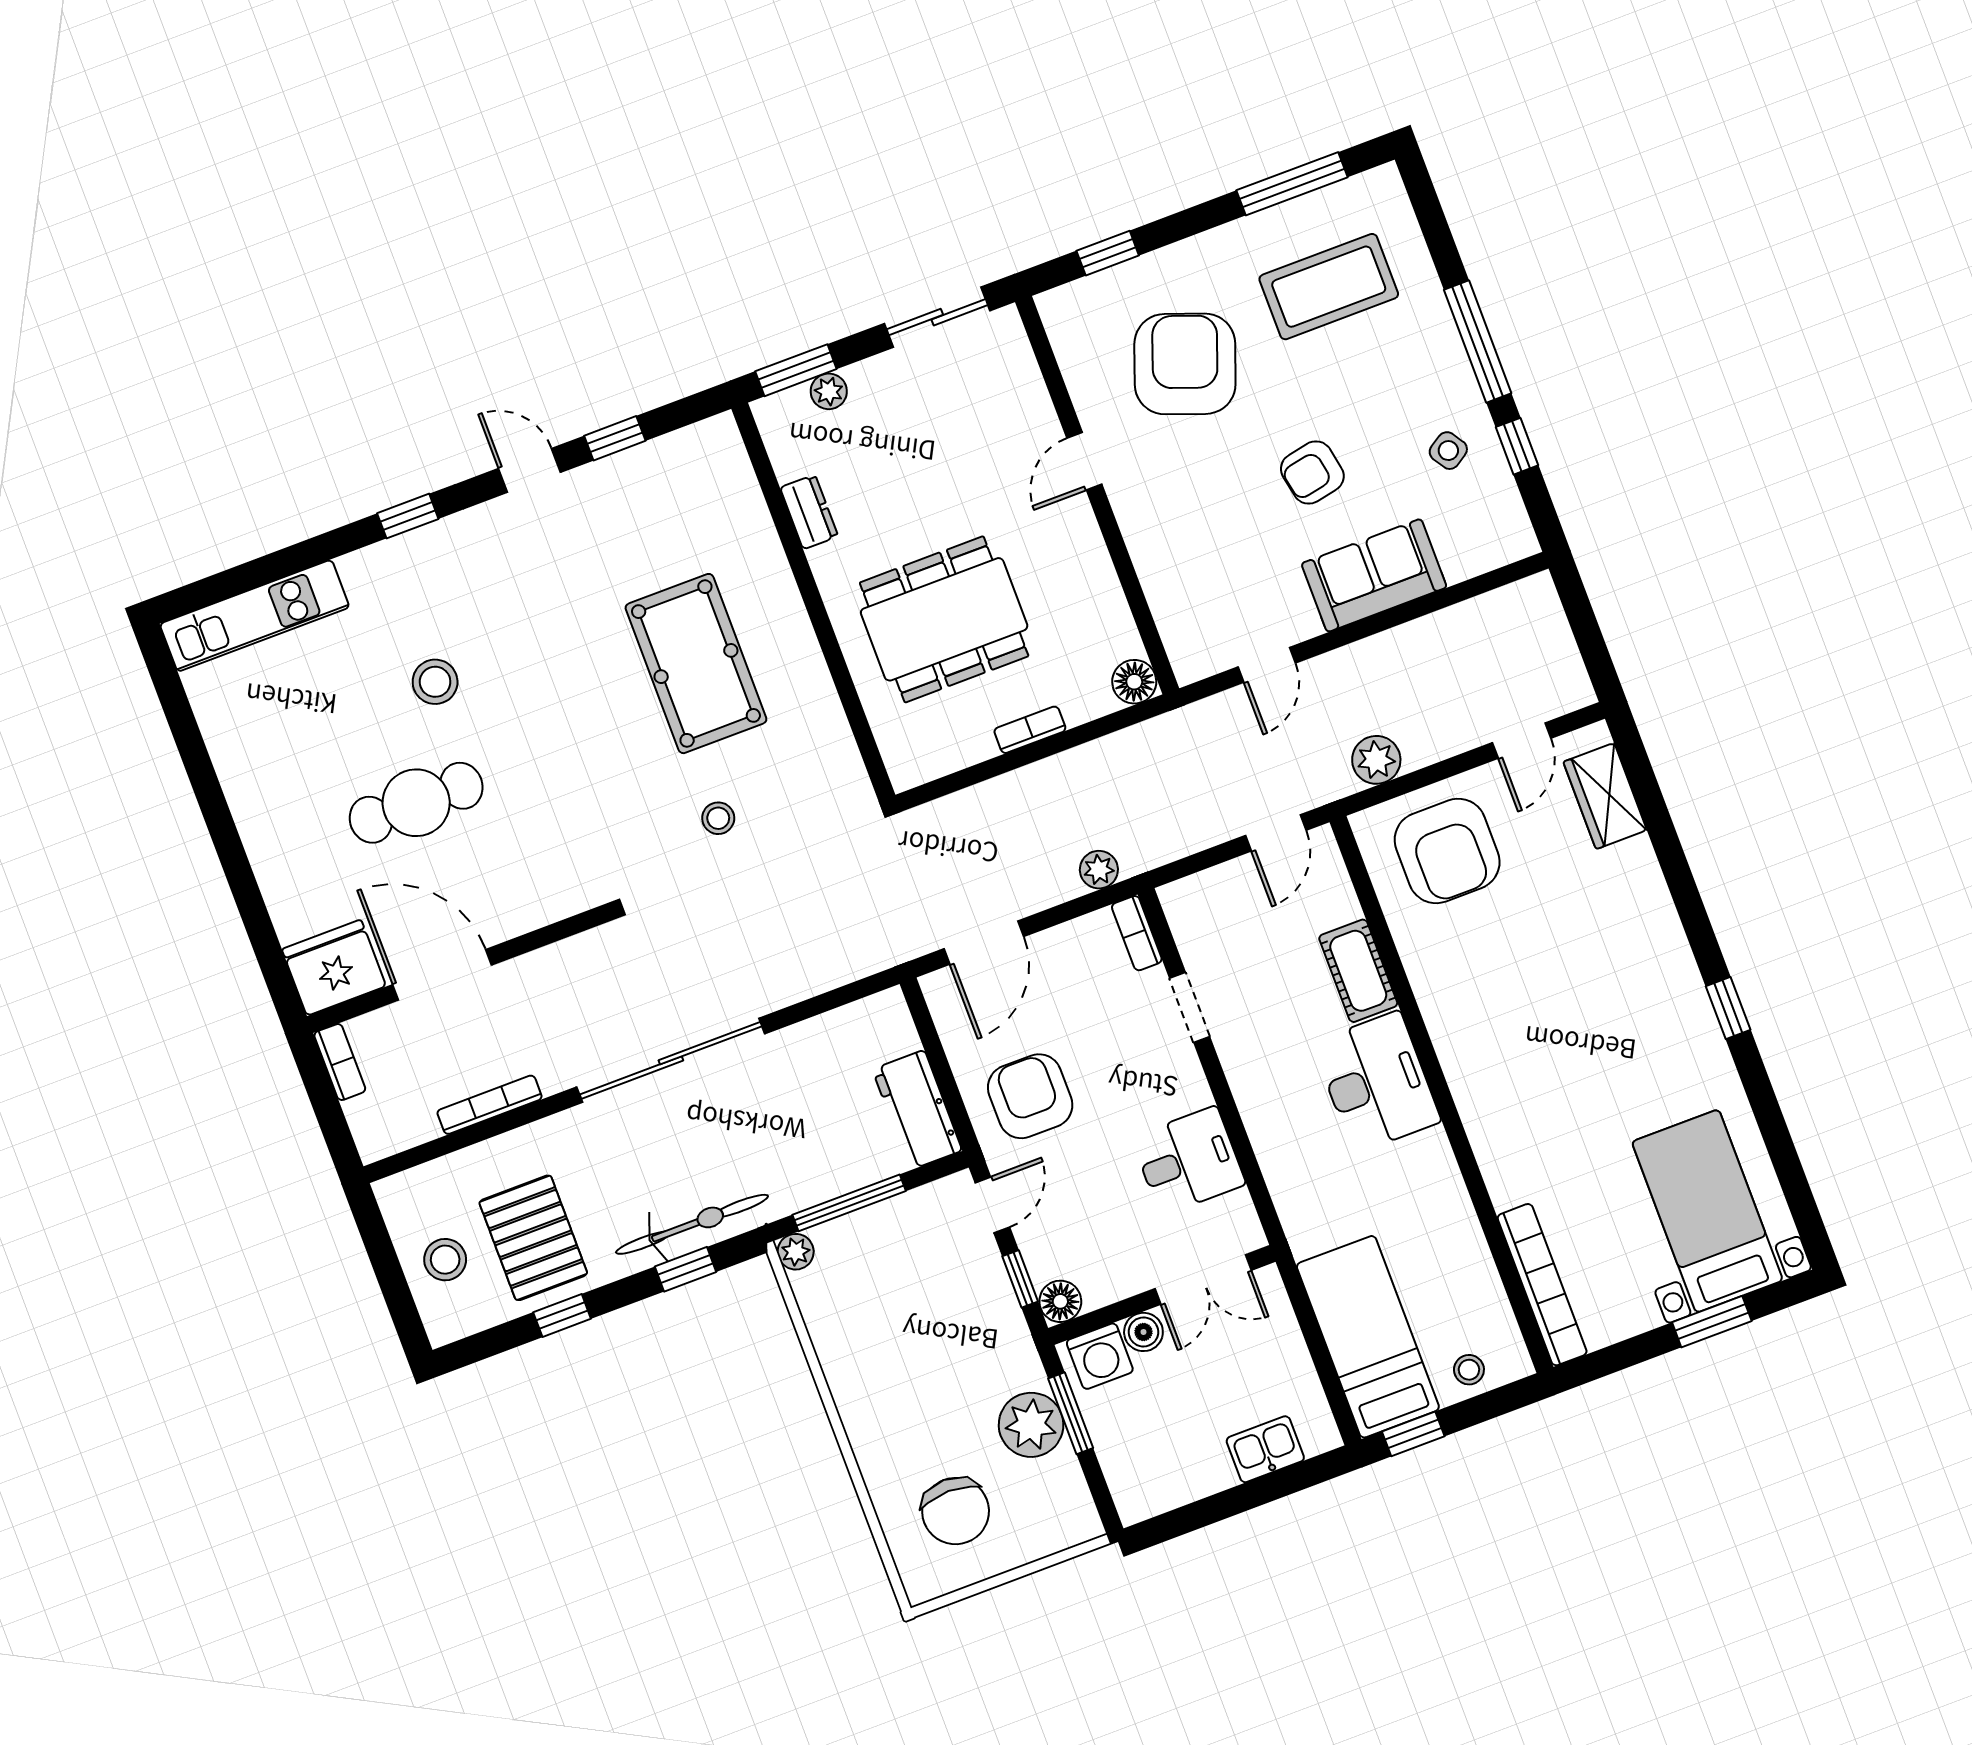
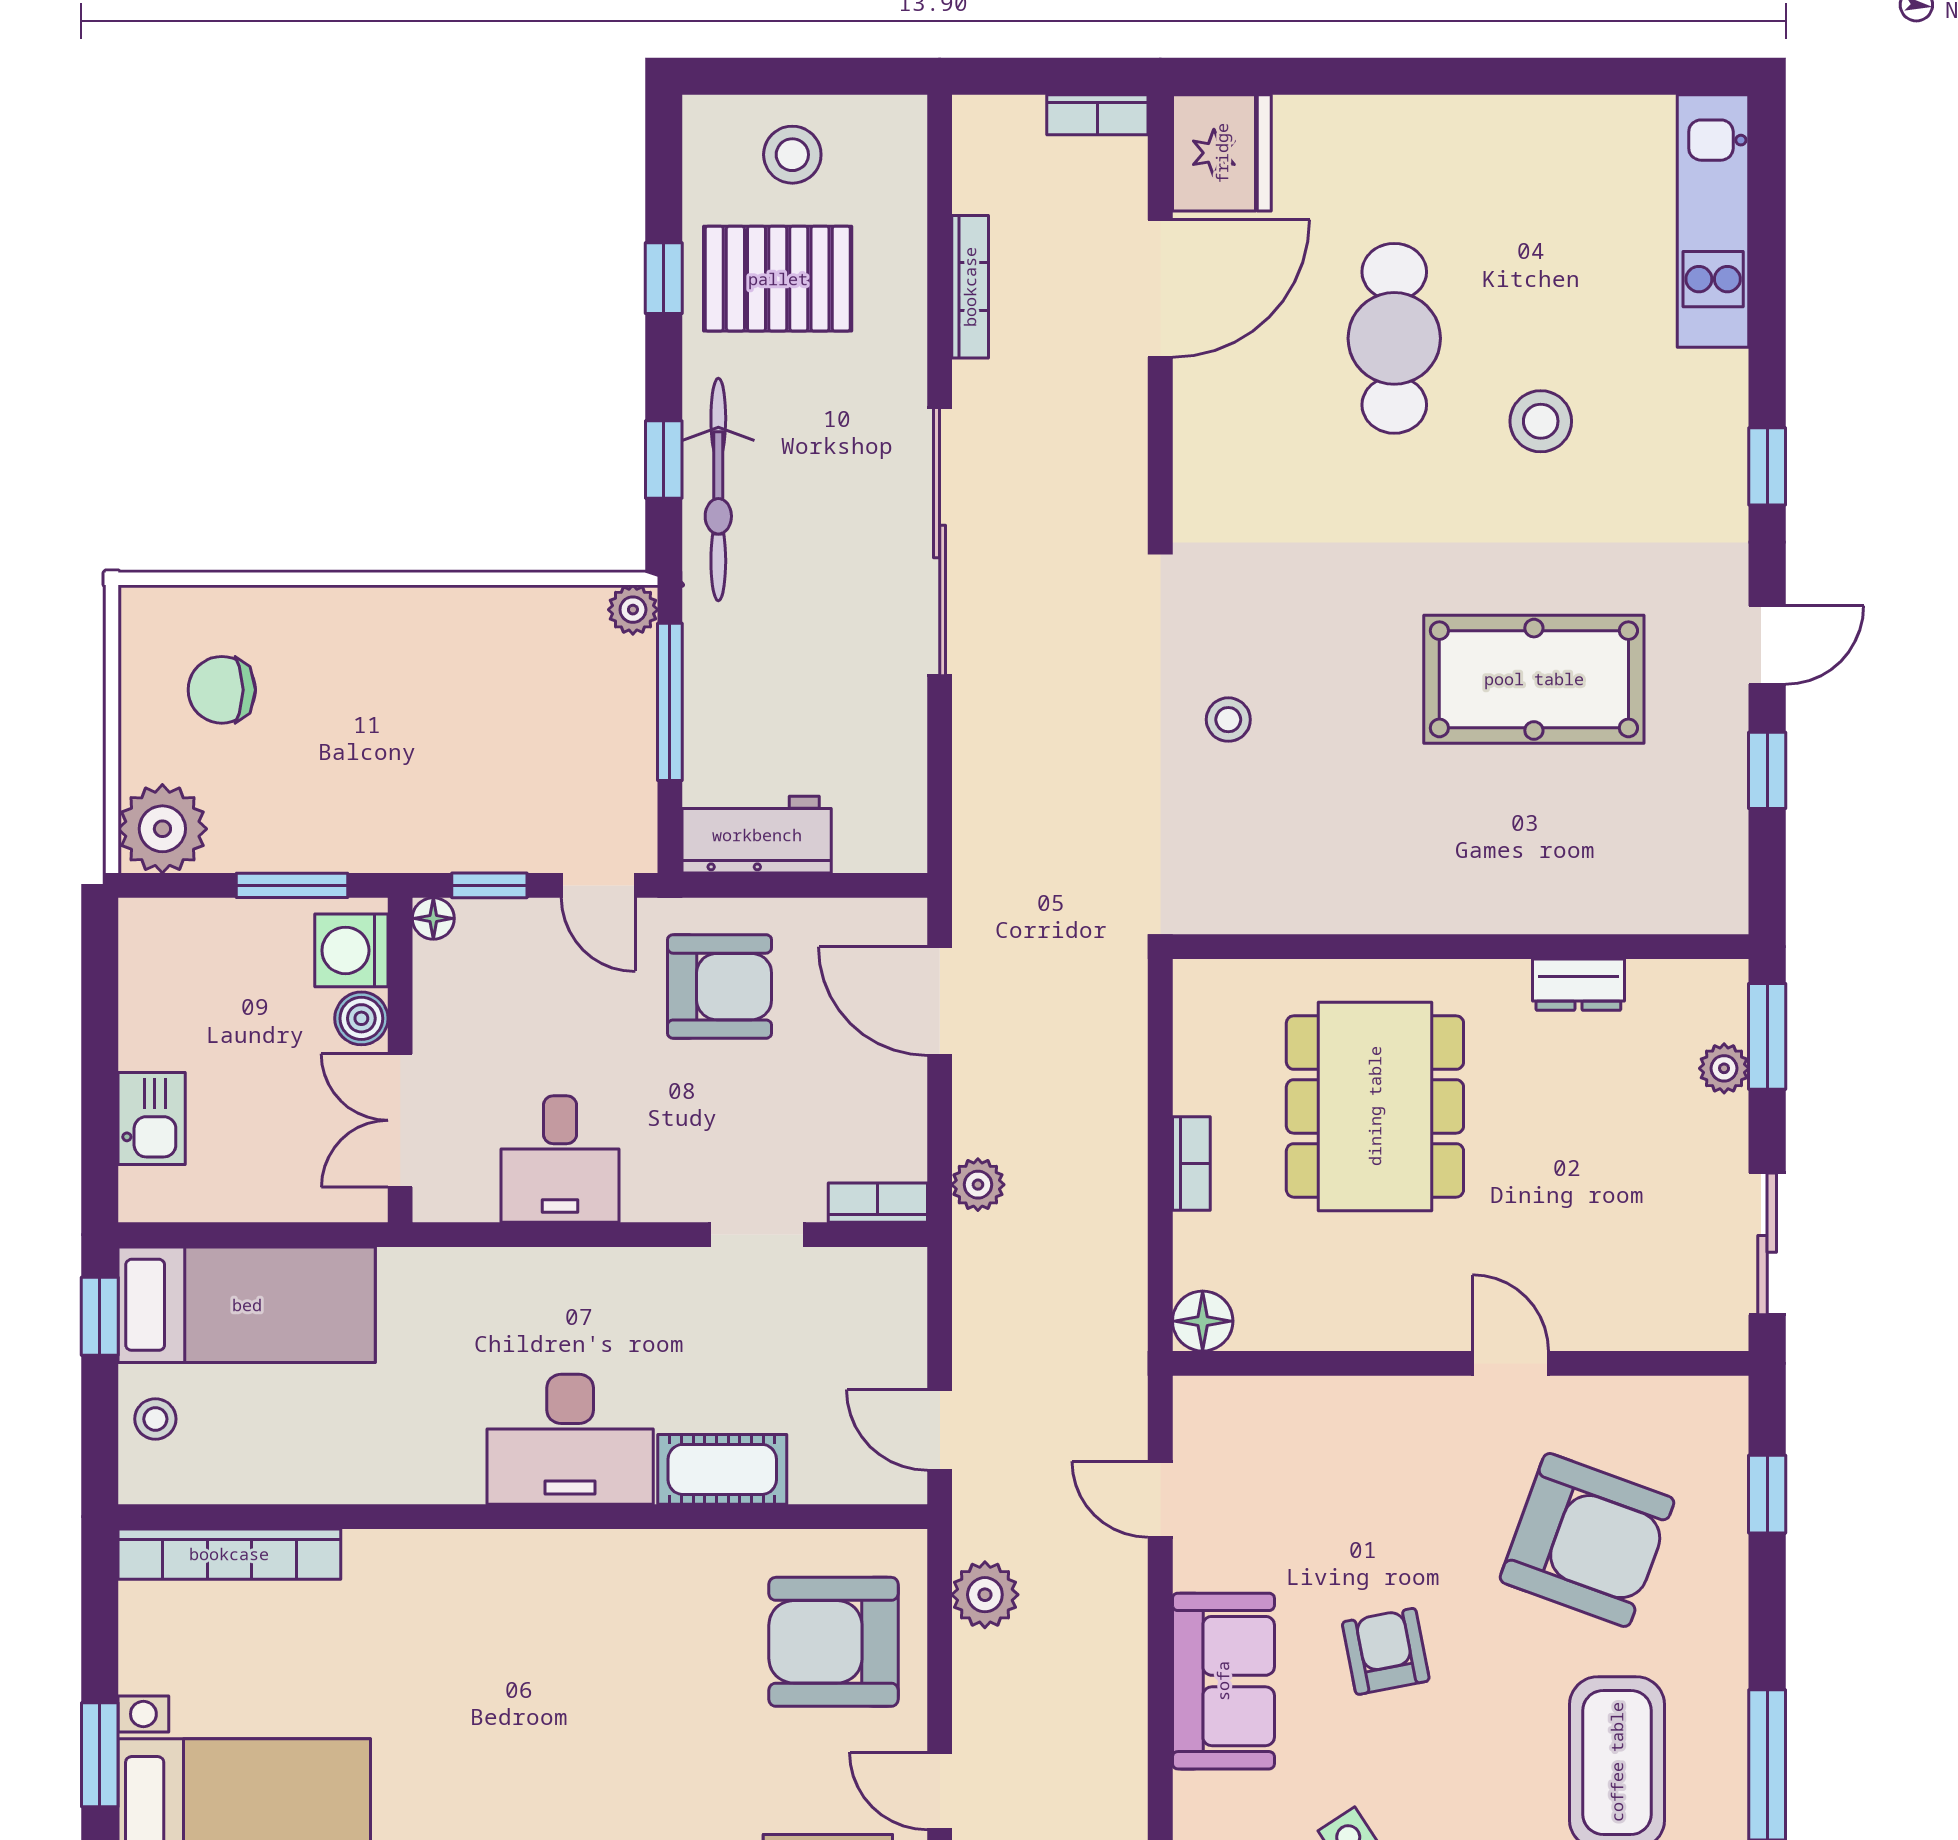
pool table: (696, 664) -> (1534, 679), moved
floor lamp: (1060, 1301) -> (433, 918), width x0.73, depth x0.73
plant: (1031, 1425) -> (162, 829), moved
chair: (956, 1511) -> (222, 690), width x0.73, depth x0.73

